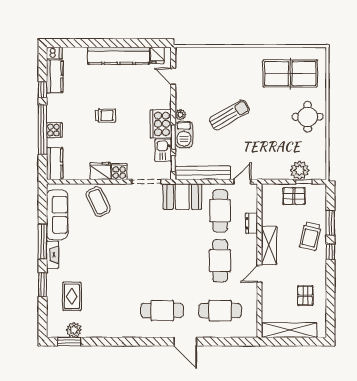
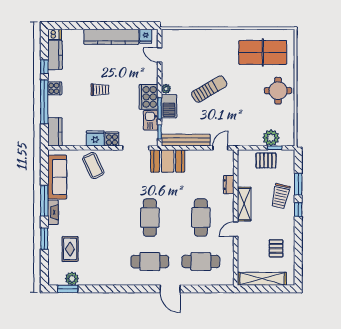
cooker: (54, 130) -> (55, 88), moved
cafe table: (220, 211) -> (150, 218), moved

